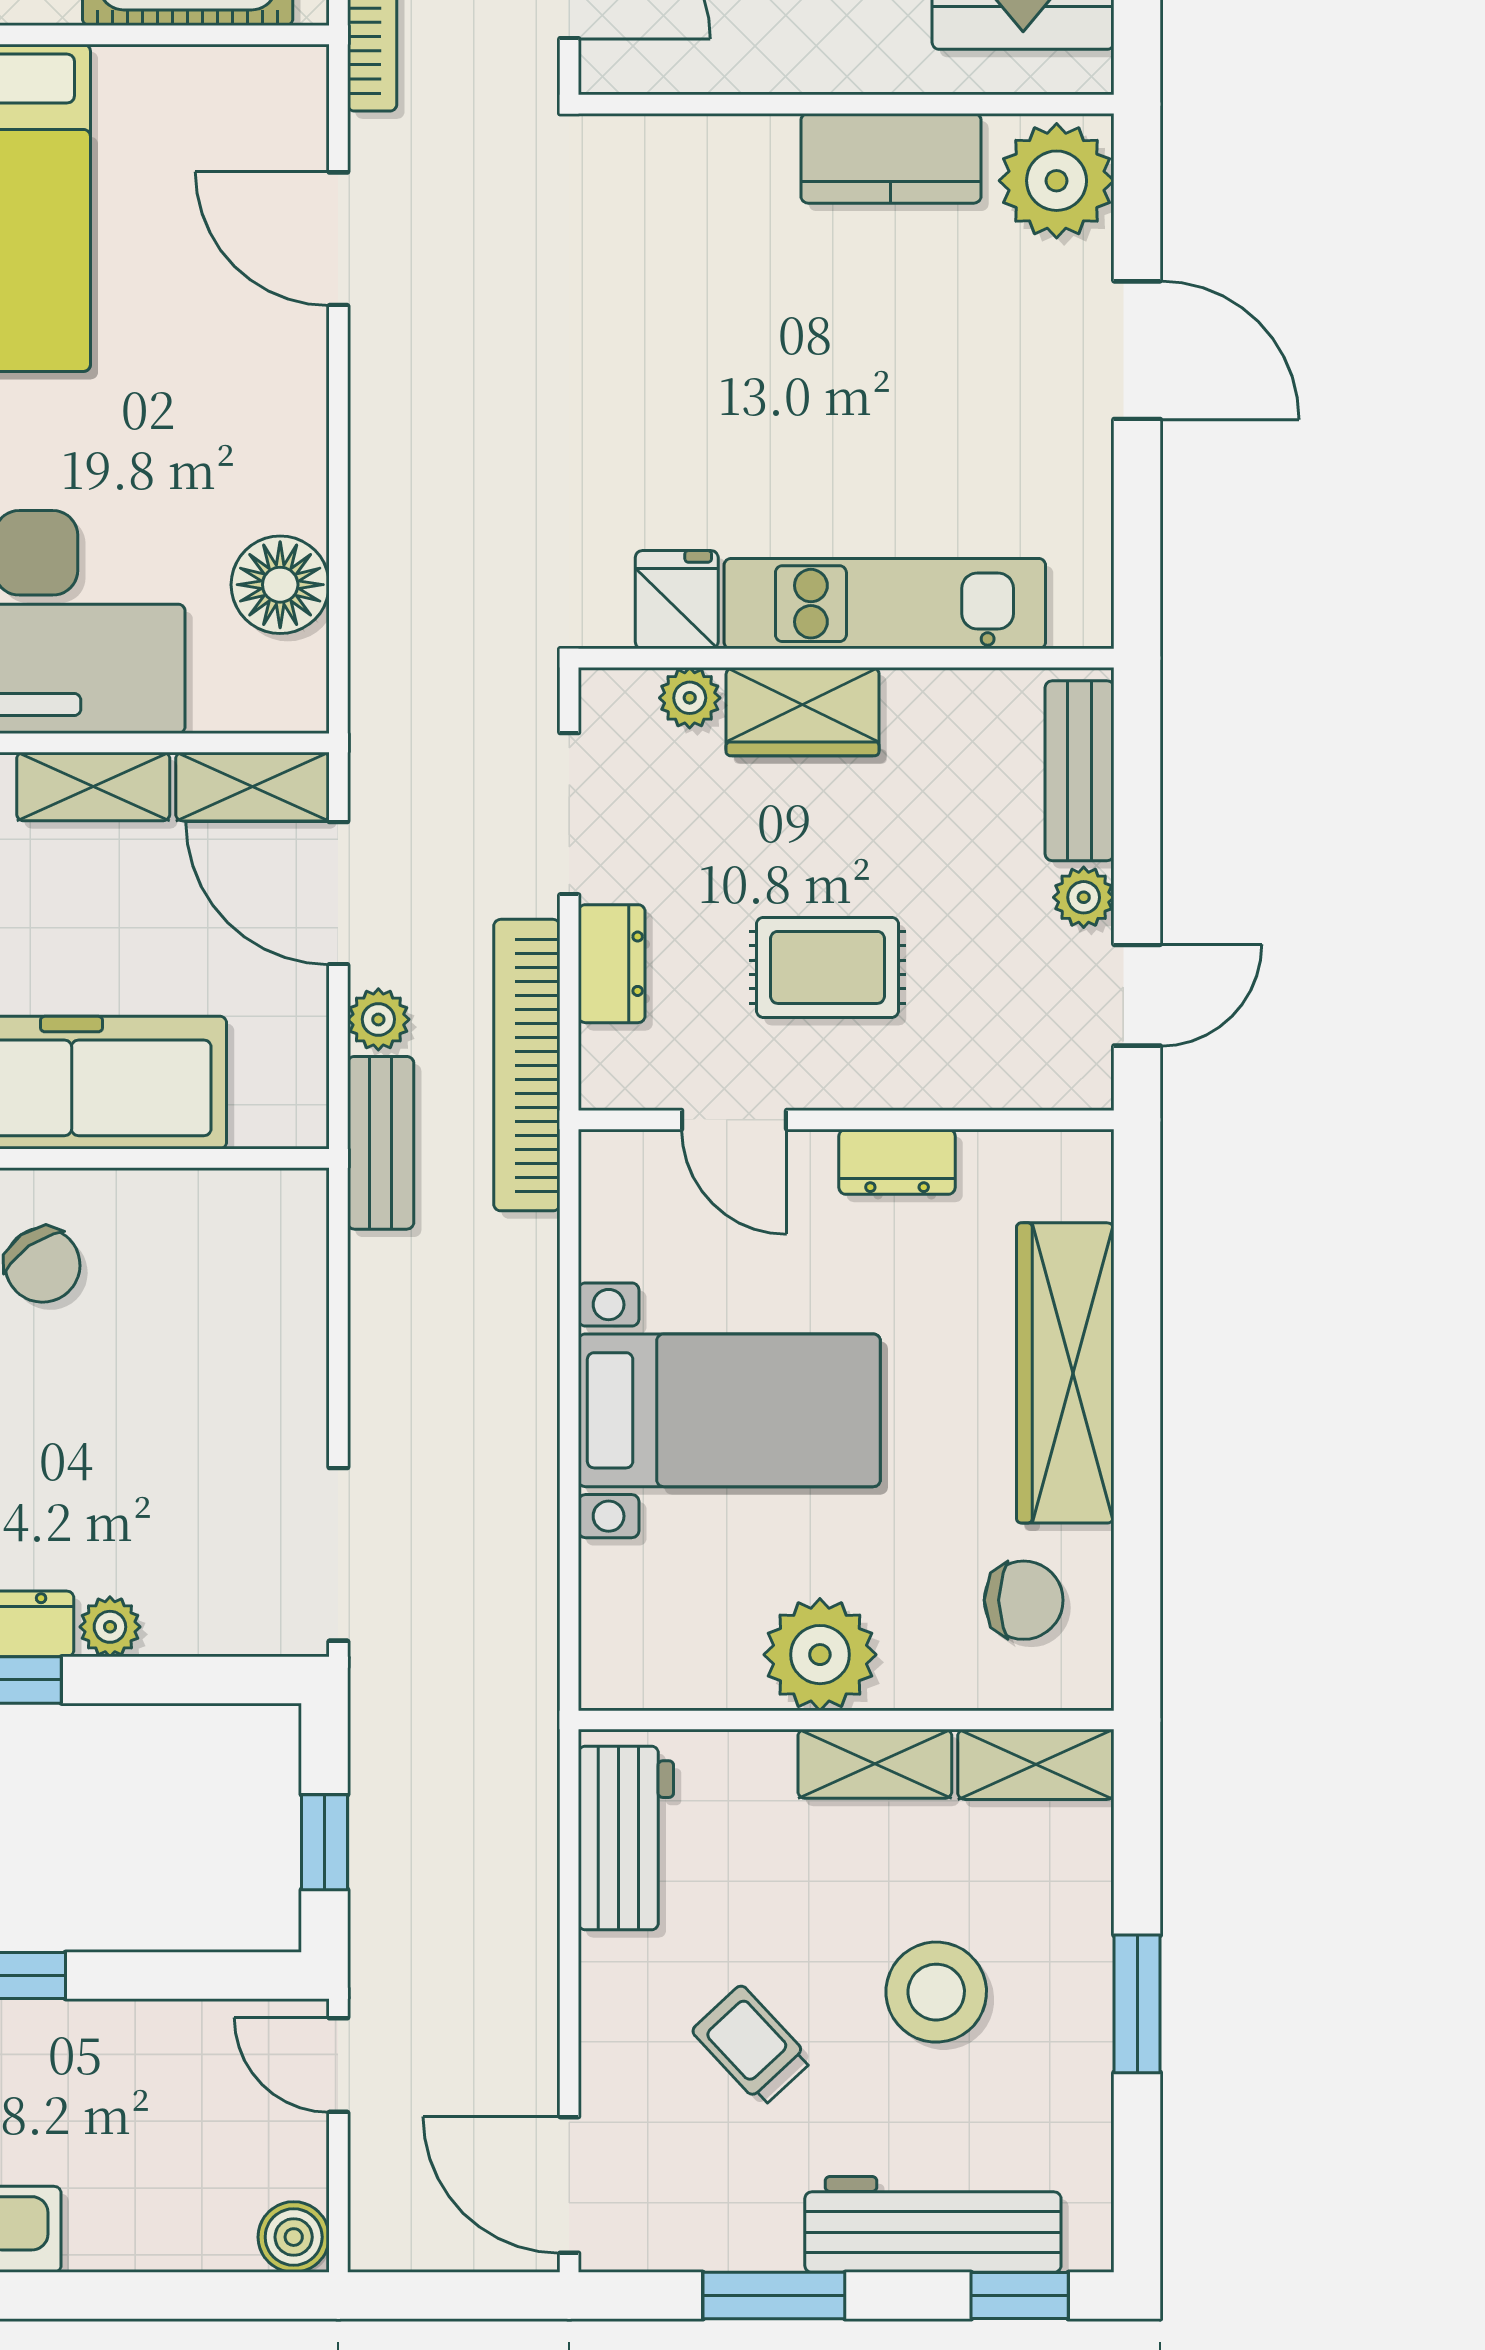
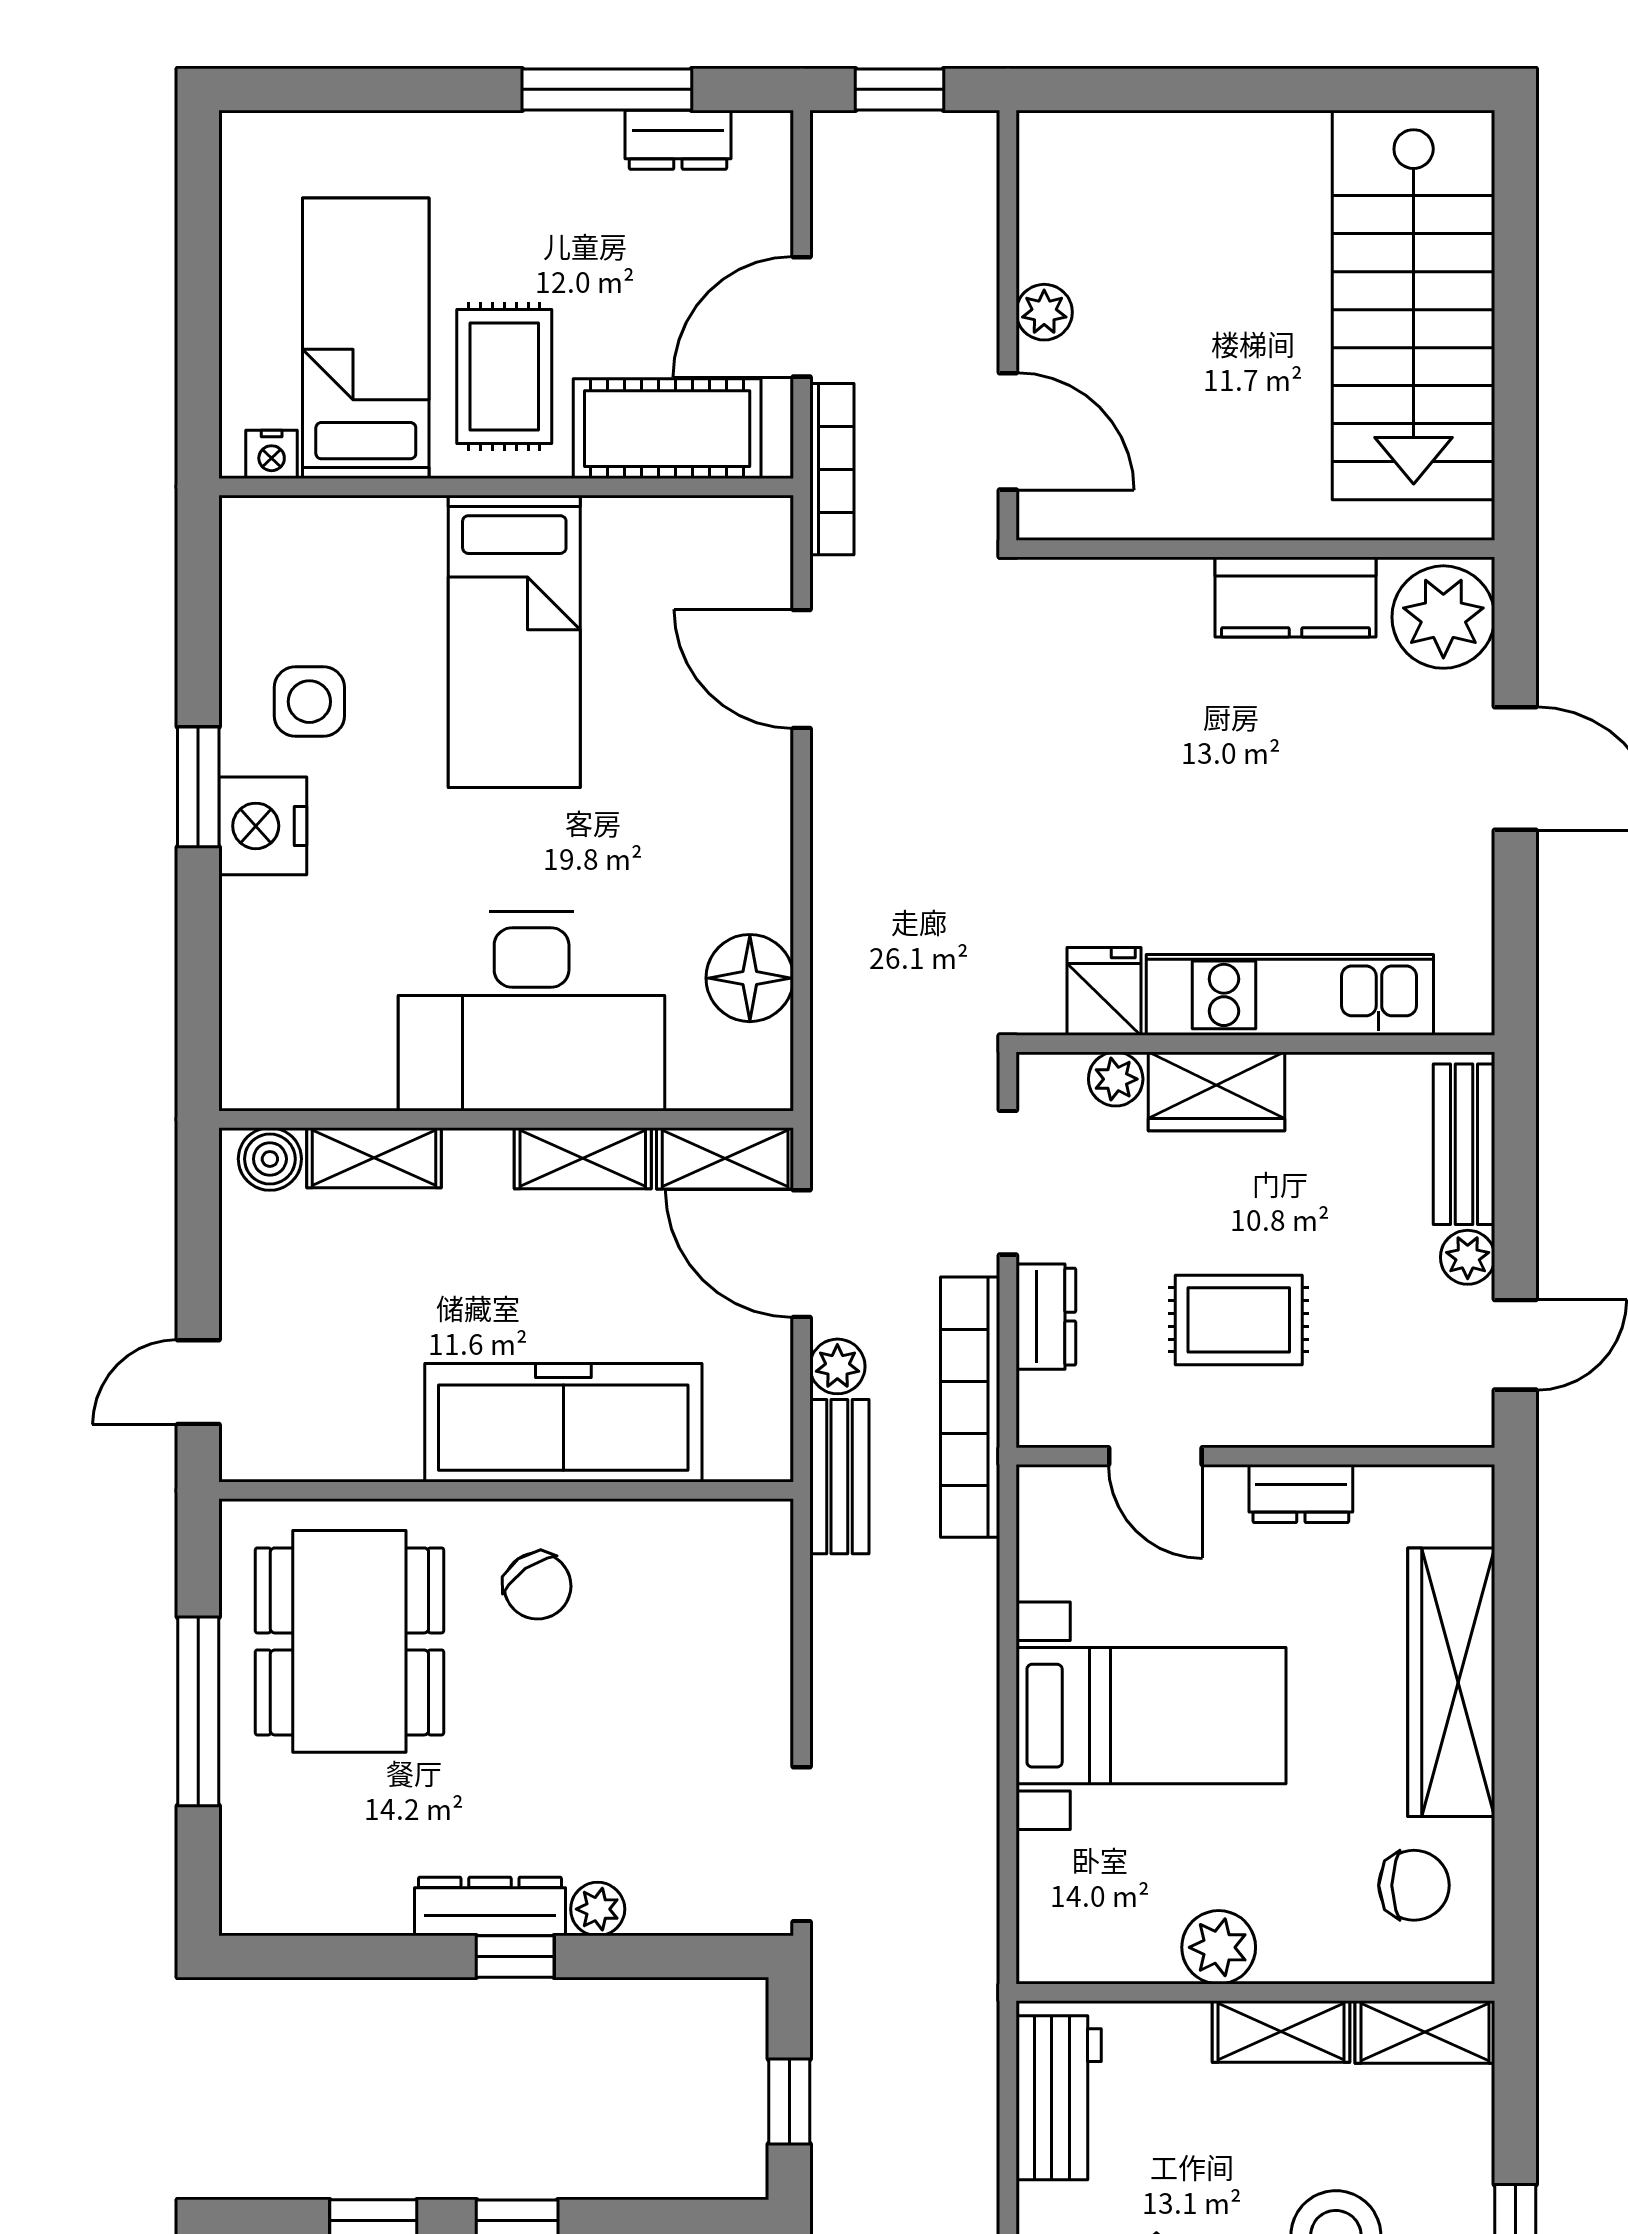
plant: (820, 1655) -> (1219, 1947), width x0.73, depth x0.73

